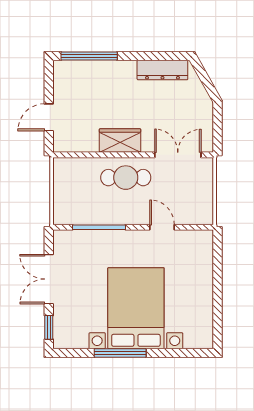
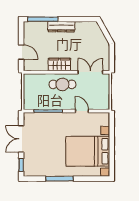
dresser: (162, 70) -> (61, 27), moved
door: (49, 117) -> (21, 52), swing flipped
bed with nightstands: (136, 308) -> (88, 151), moved, turned -90

